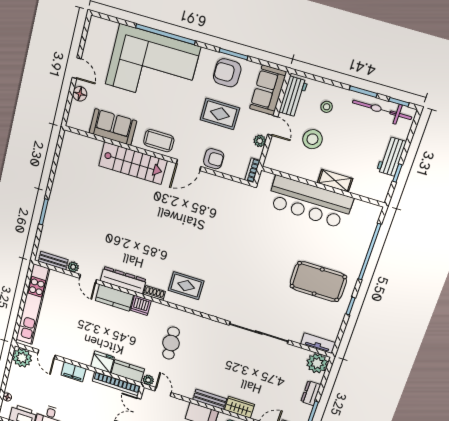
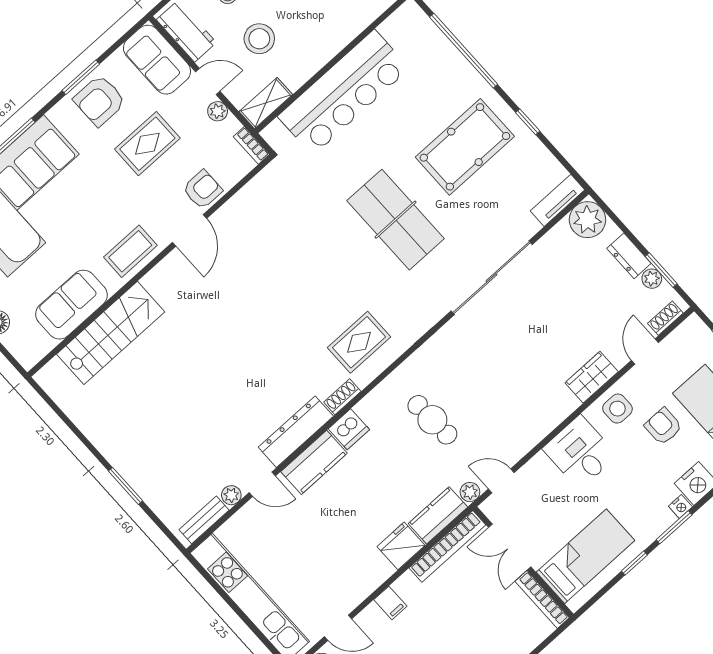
stairs: (133, 163) -> (111, 333), moved
shelving: (335, 181) -> (266, 103), moved
table tennis table: (259, 268) -> (396, 220), added
filing cabinet: (74, 372) -> (390, 603), width x0.50
bench: (210, 399) -> (554, 415), removed
plant: (306, 410) -> (652, 279), added

